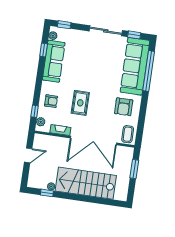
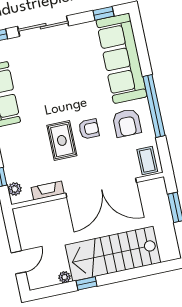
sliding door: (106, 31) -> (43, 26), moved
window: (149, 71) -> (154, 106), moved
armchair: (51, 101) -> (89, 129), moved
door: (28, 155) -> (18, 262), moved
window: (47, 193) -> (87, 283), moved

